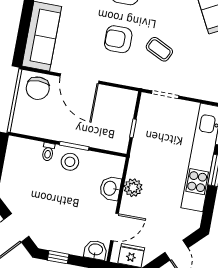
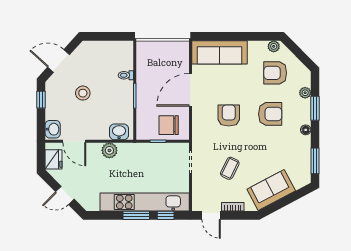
coffee table: (159, 49) -> (230, 168), moved
chair: (38, 88) -> (169, 125), moved
stool: (70, 162) -> (83, 93), moved
washbasin: (110, 188) -> (119, 132), moved

